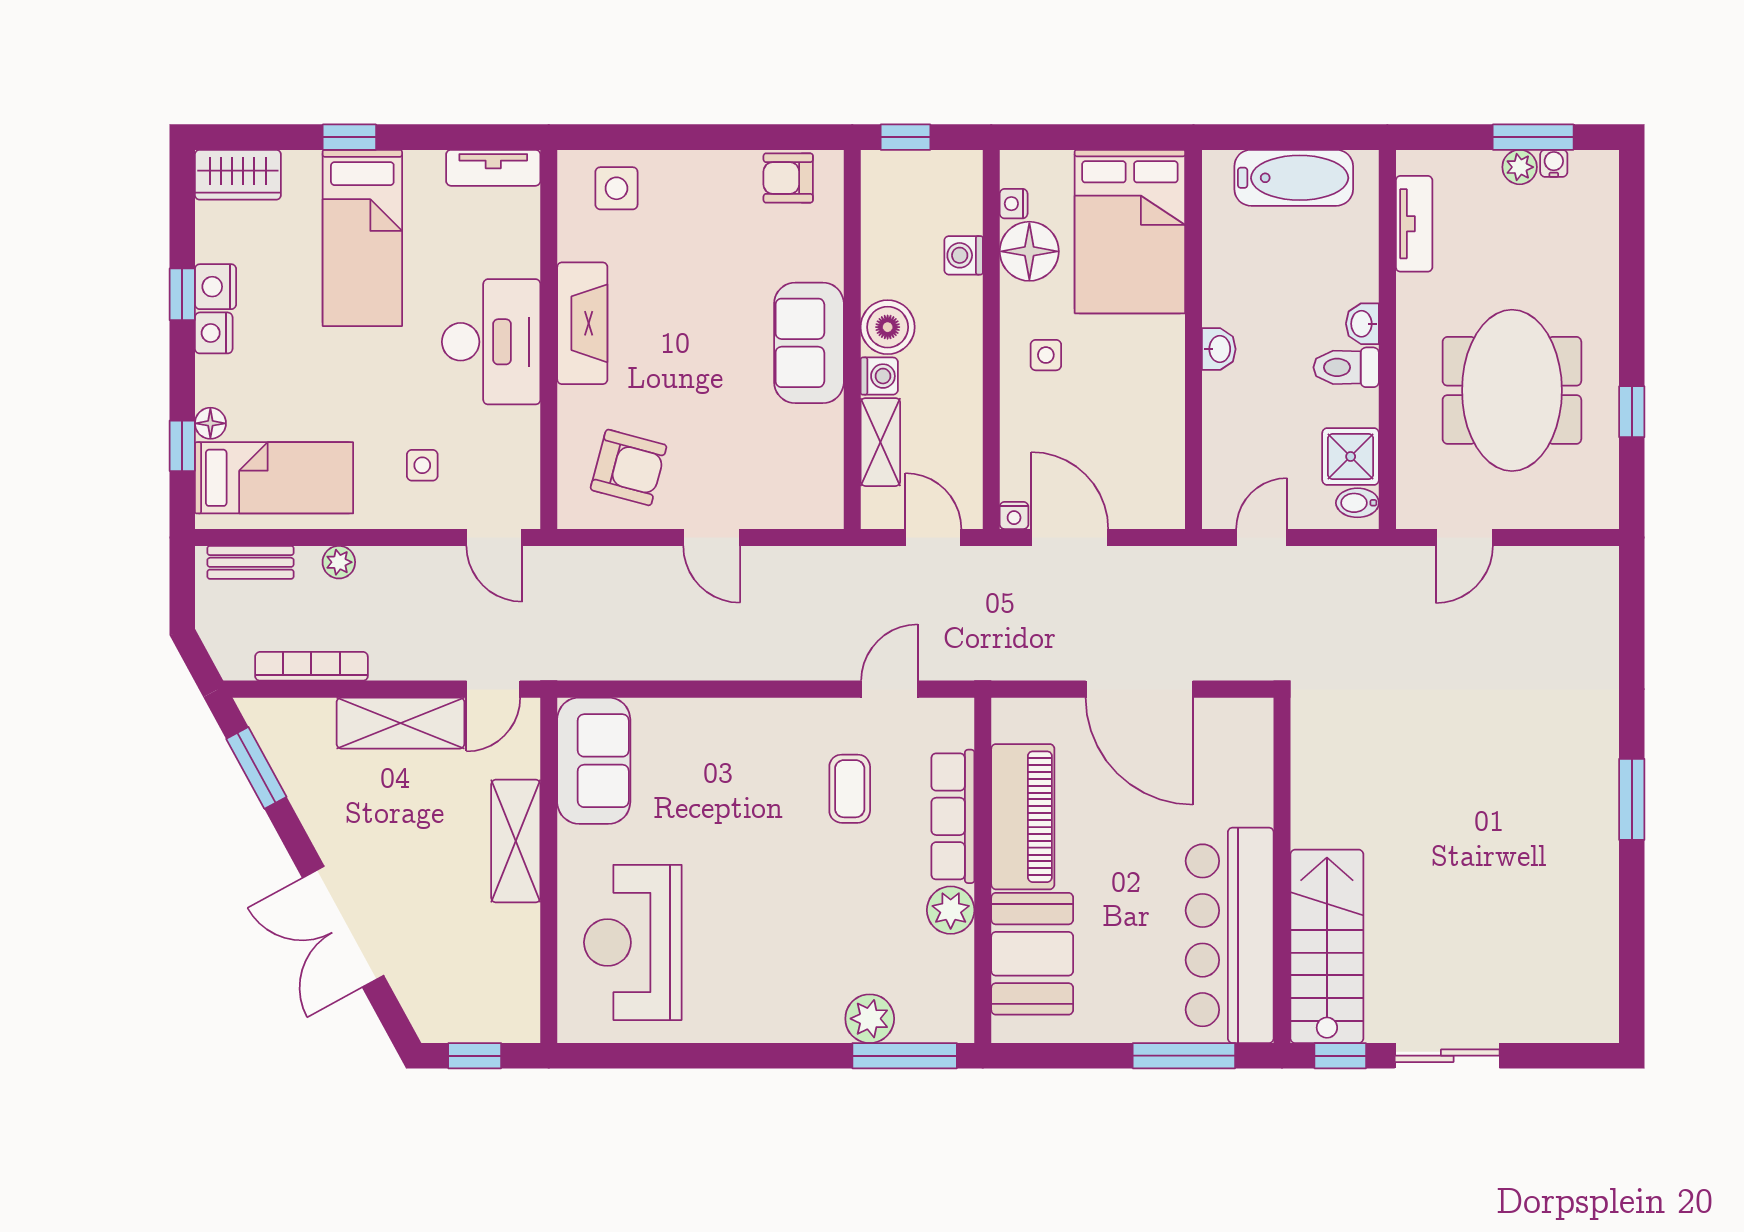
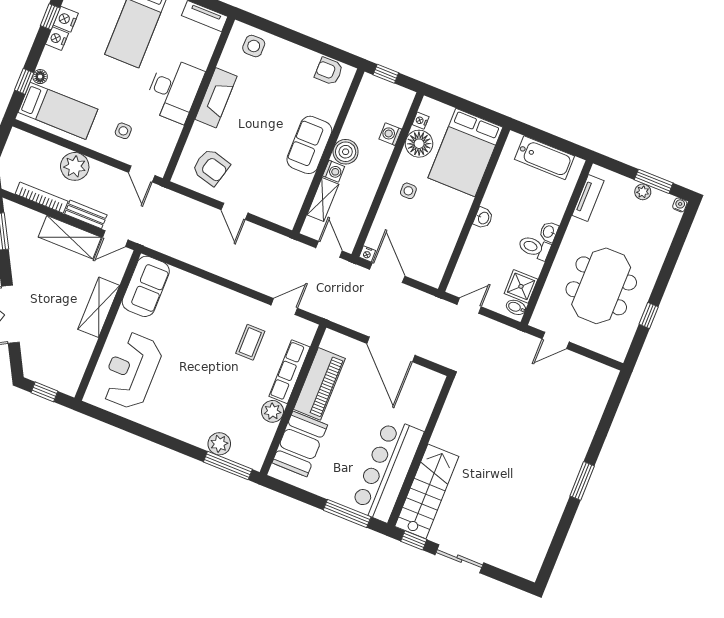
water cooler: (1554, 163) -> (680, 205), moved
bench: (251, 562) -> (86, 214), moved
plant: (339, 562) -> (75, 166), width x1.88, depth x1.88

